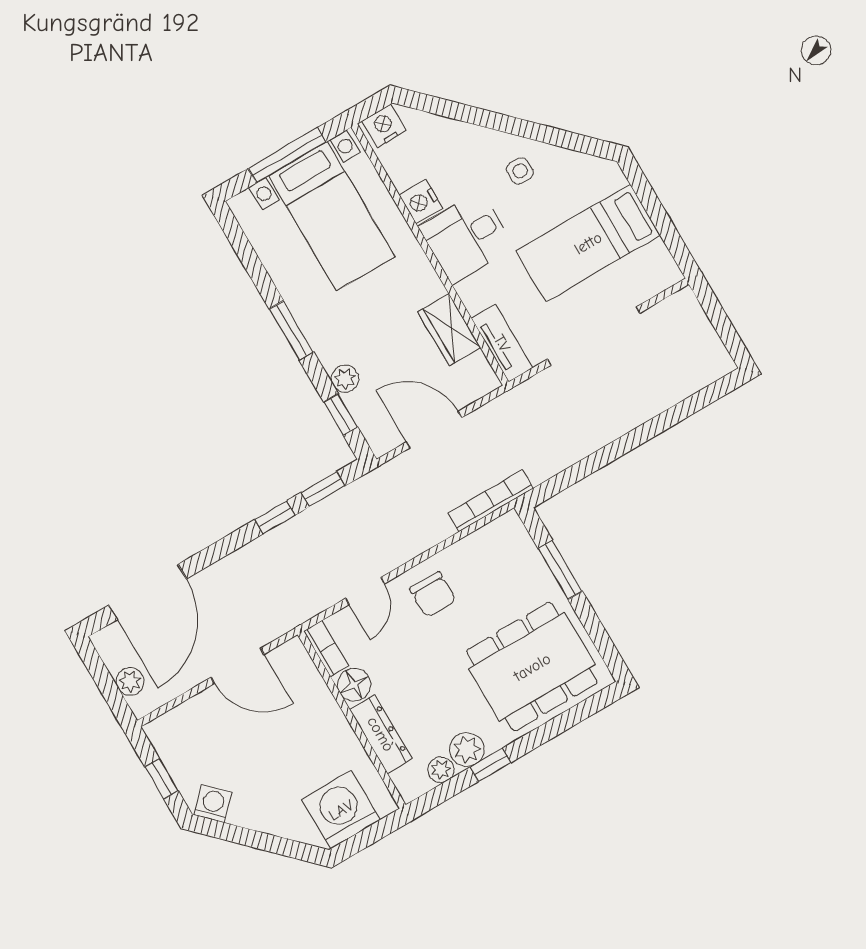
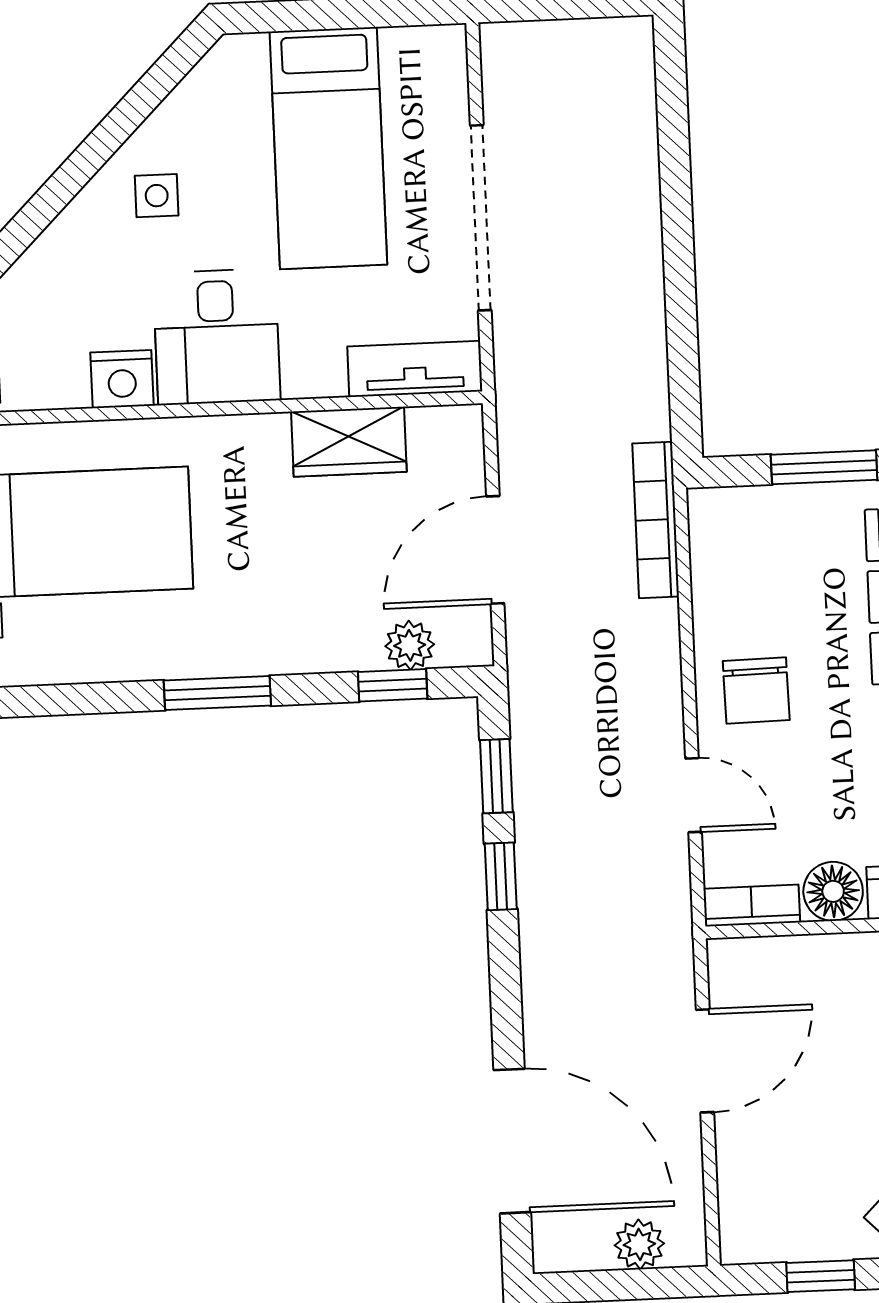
plant: (345, 379) -> (410, 645), moved
chair: (433, 595) -> (756, 690), turned 89

